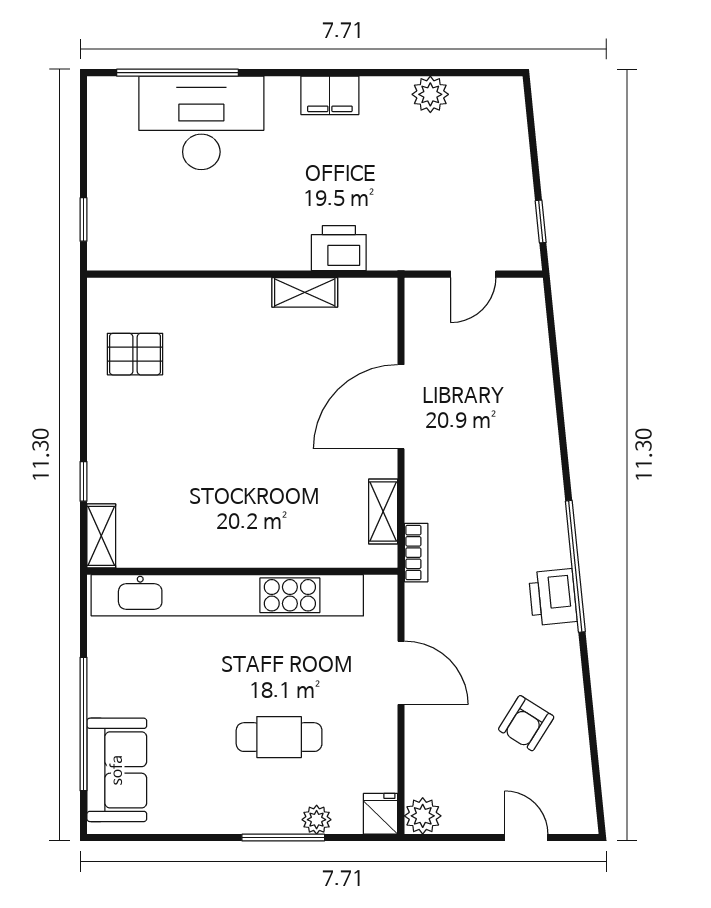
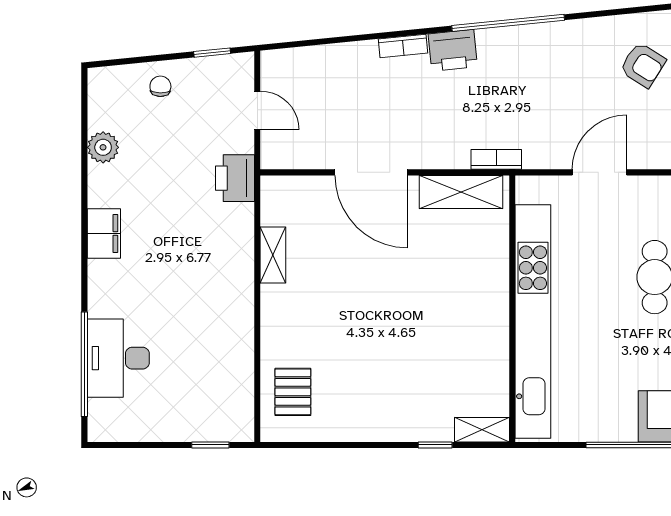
desk: (201, 123) -> (118, 358), width x0.73, depth x0.77
chair: (501, 161) -> (160, 86), added
printer: (339, 248) -> (235, 178), moved
pallet: (135, 354) -> (293, 392), moved
bookcase: (548, 444) -> (403, 46), added
shelving: (383, 512) -> (461, 192), width x1.50, depth x1.33
printer: (553, 597) -> (453, 50), moved

